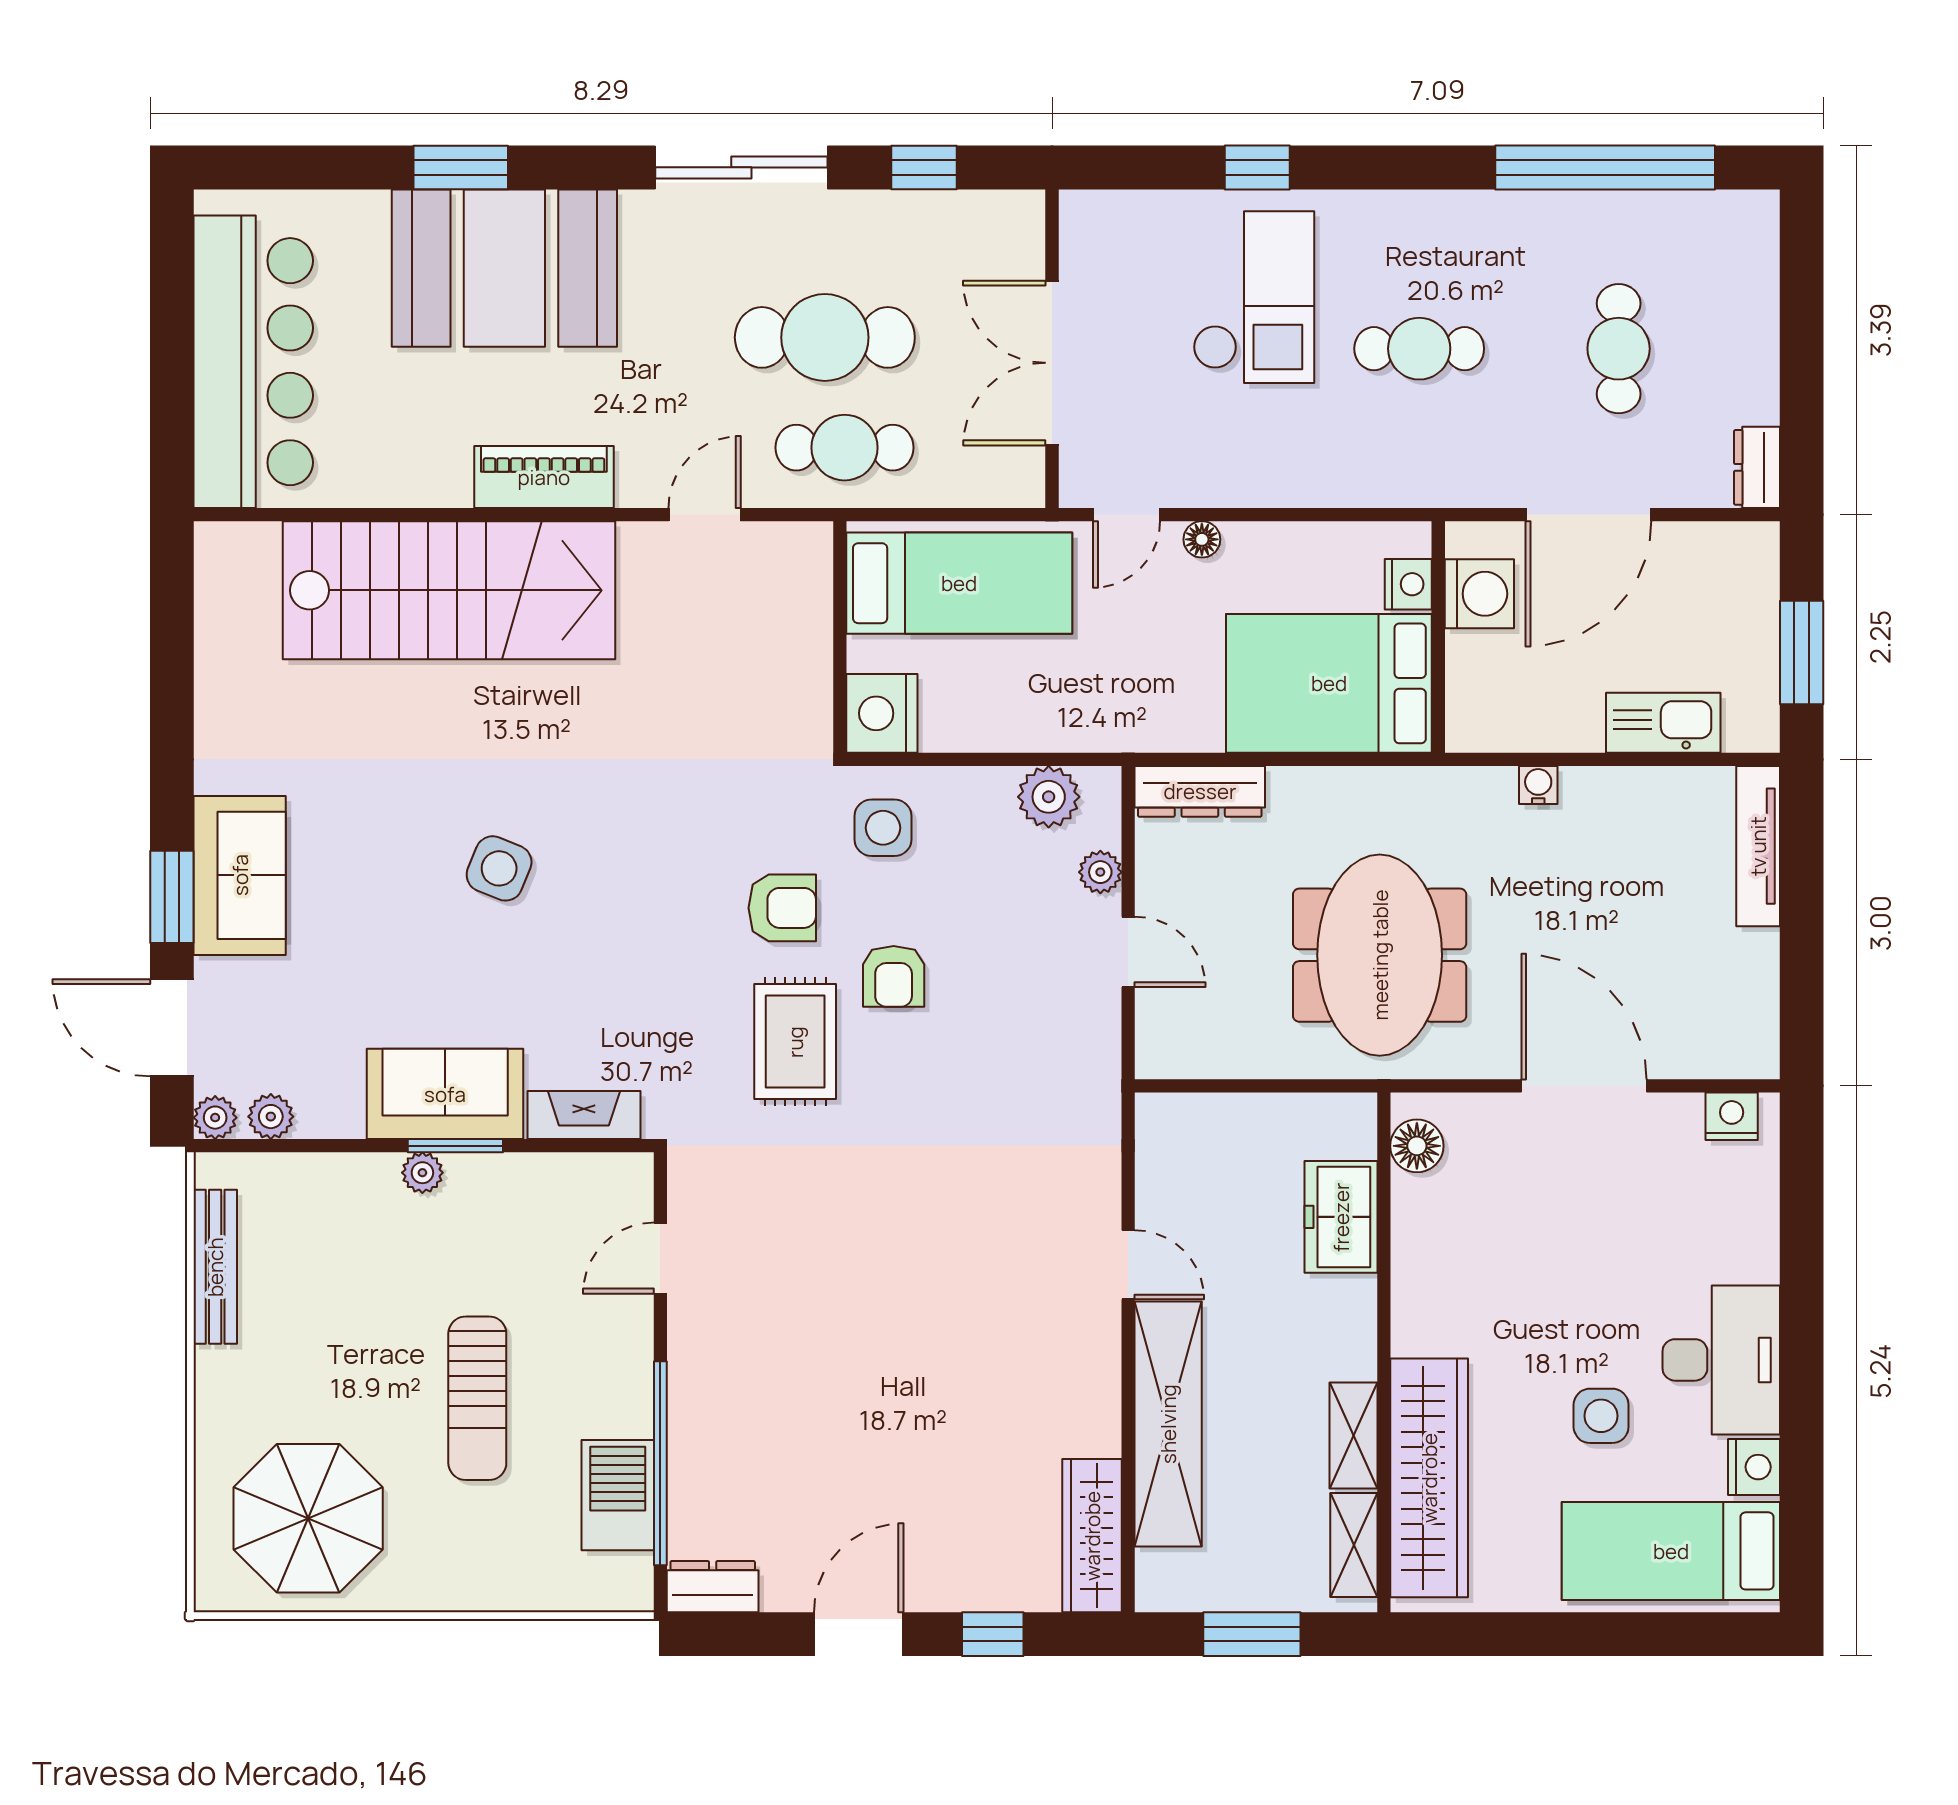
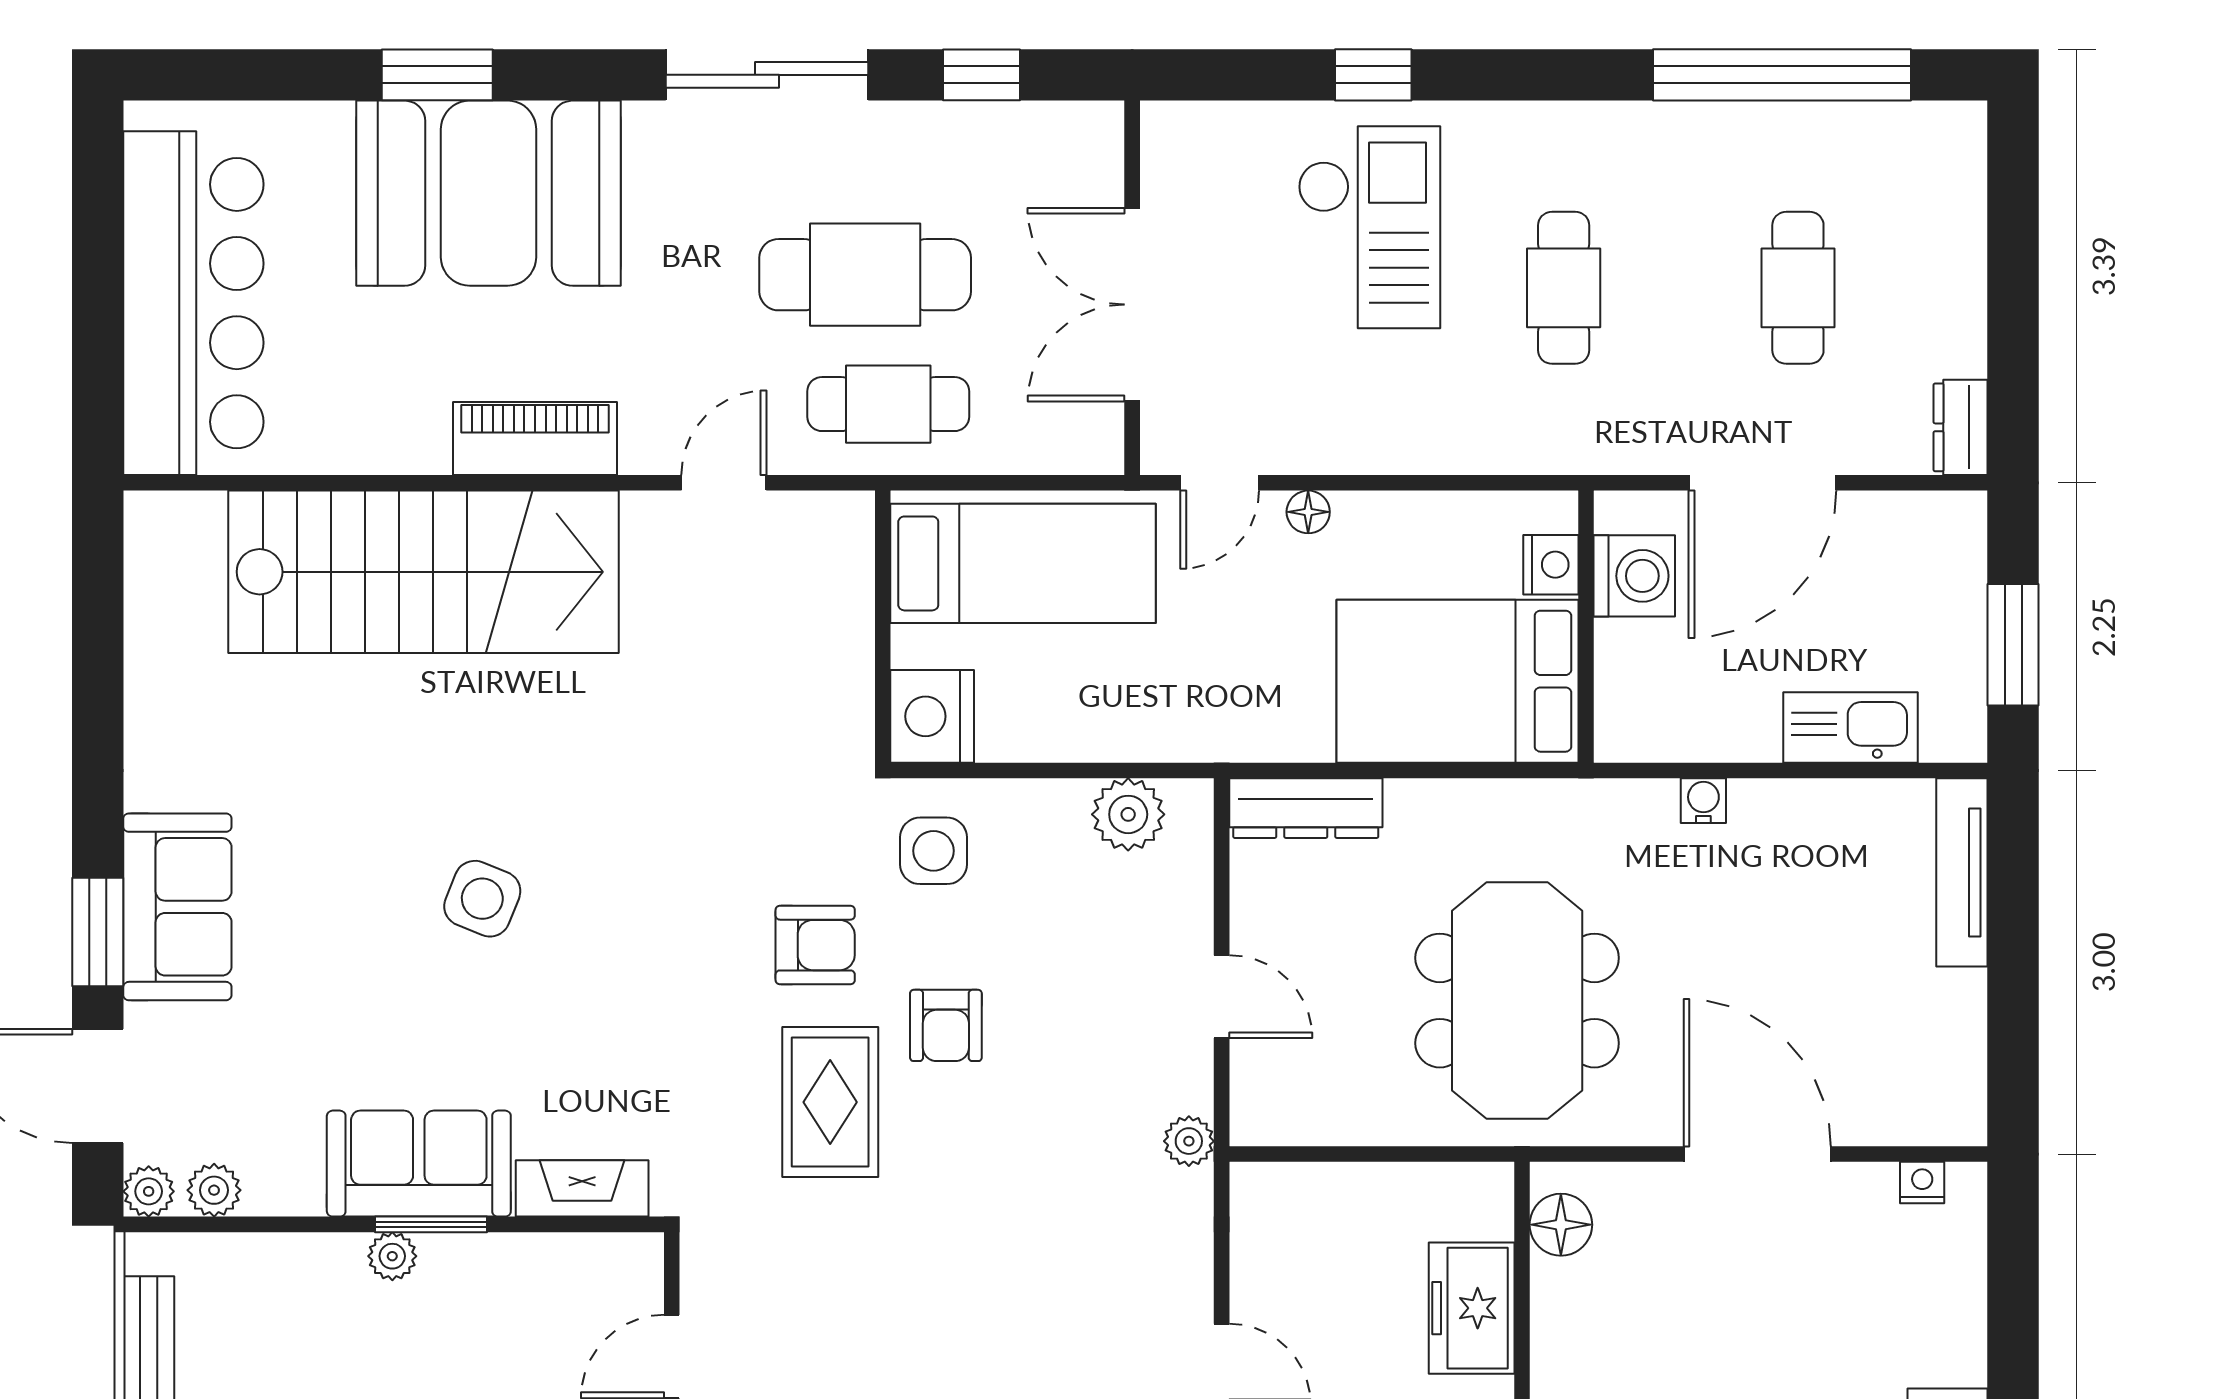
cafe table: (1419, 349) -> (1564, 288), turned 90
plant: (1100, 872) -> (1189, 1141), moved
nightstand: (1732, 1116) -> (1922, 1183), width x0.72, depth x0.74

